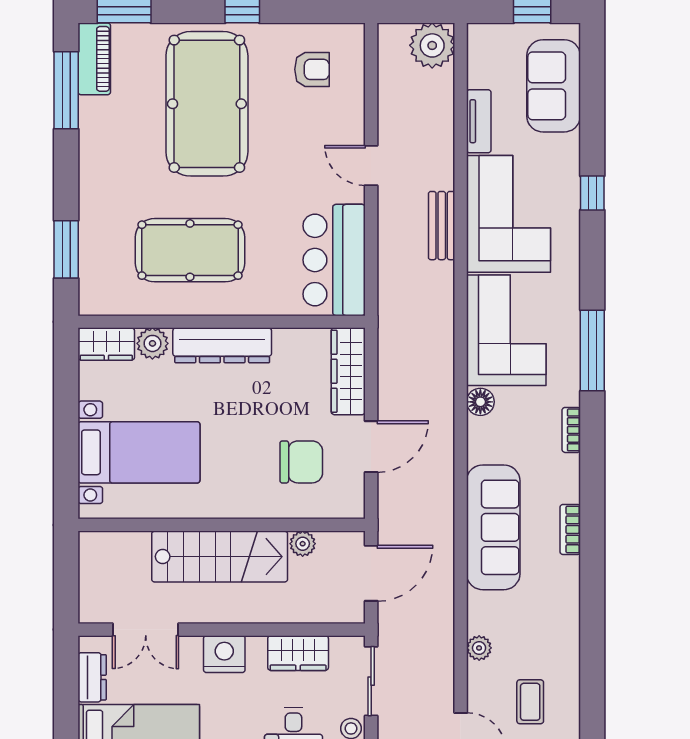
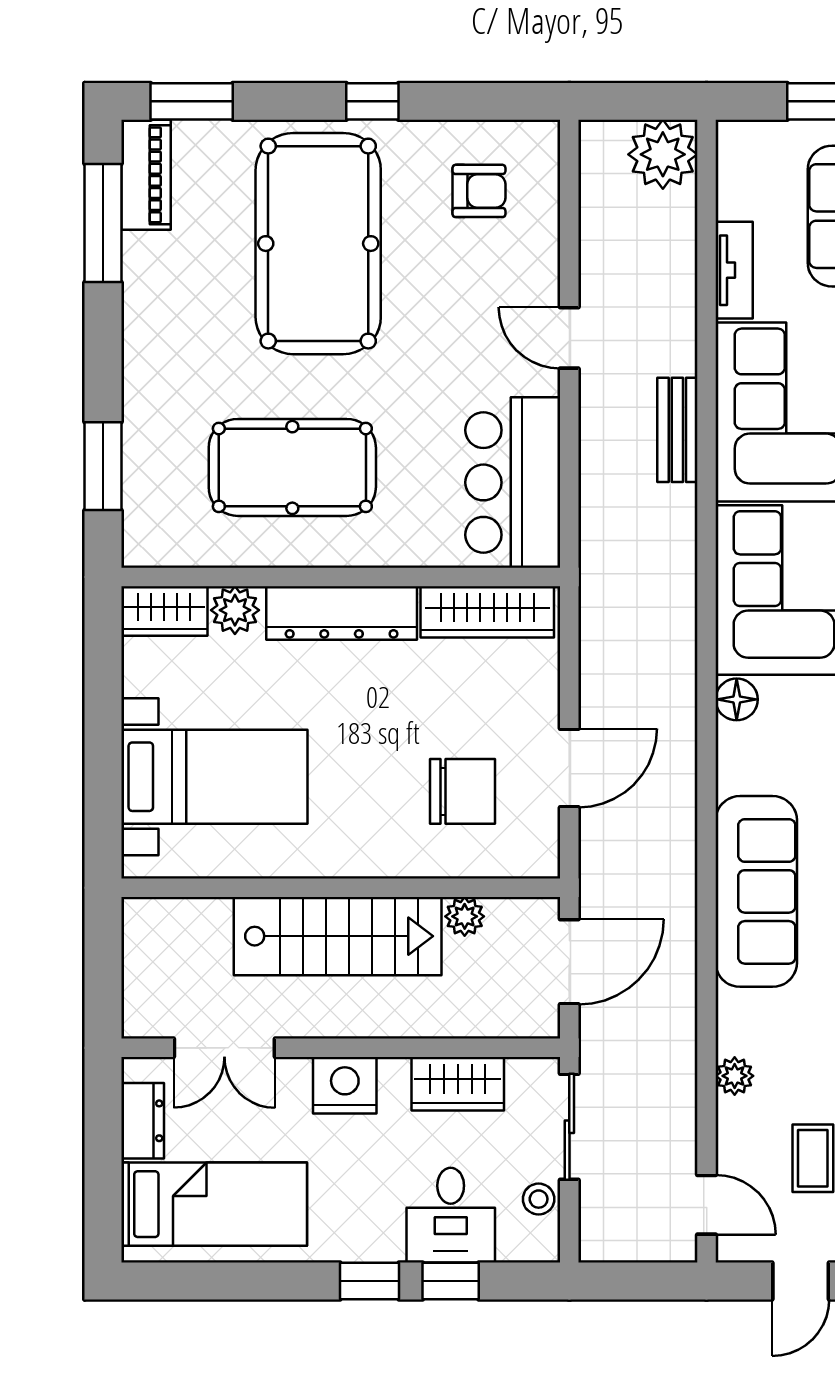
wardrobe: (348, 371) -> (487, 612), moved, turned -90

